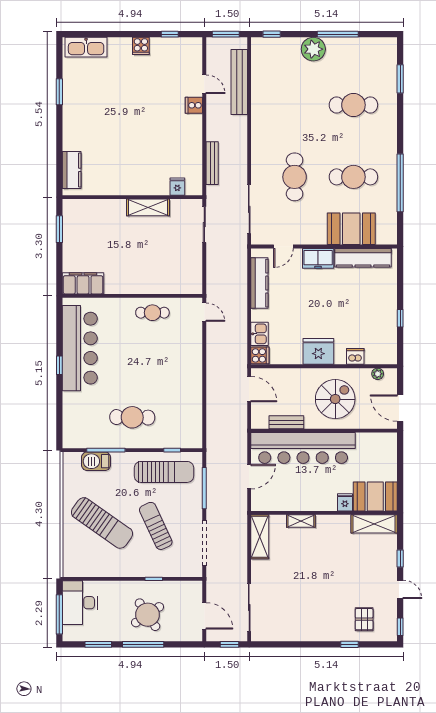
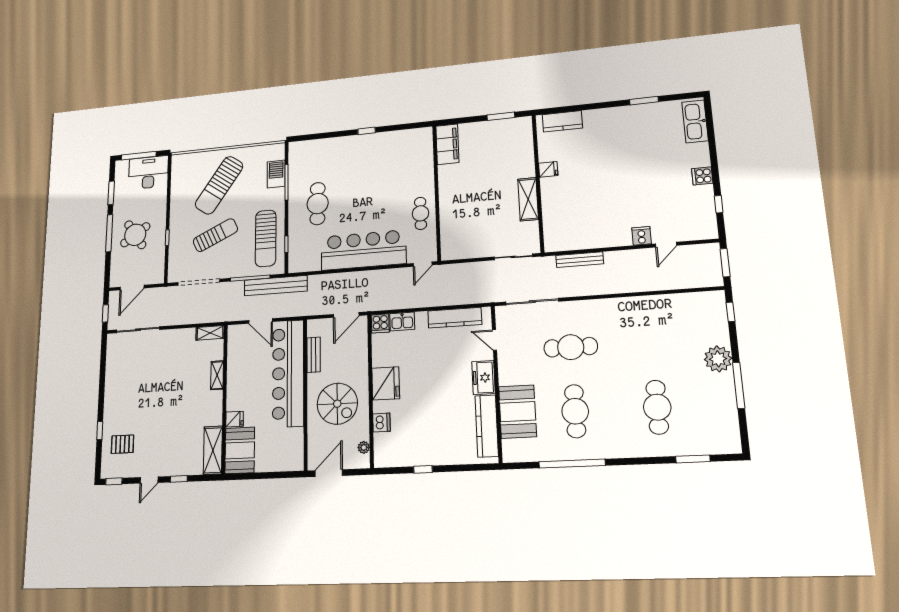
bench: (239, 82) -> (276, 286), moved
fridge: (177, 187) -> (548, 169), moved
bar counter: (80, 348) -> (363, 250), moved, turned 180
shelving: (260, 537) -> (210, 333), width x0.67, depth x0.75

